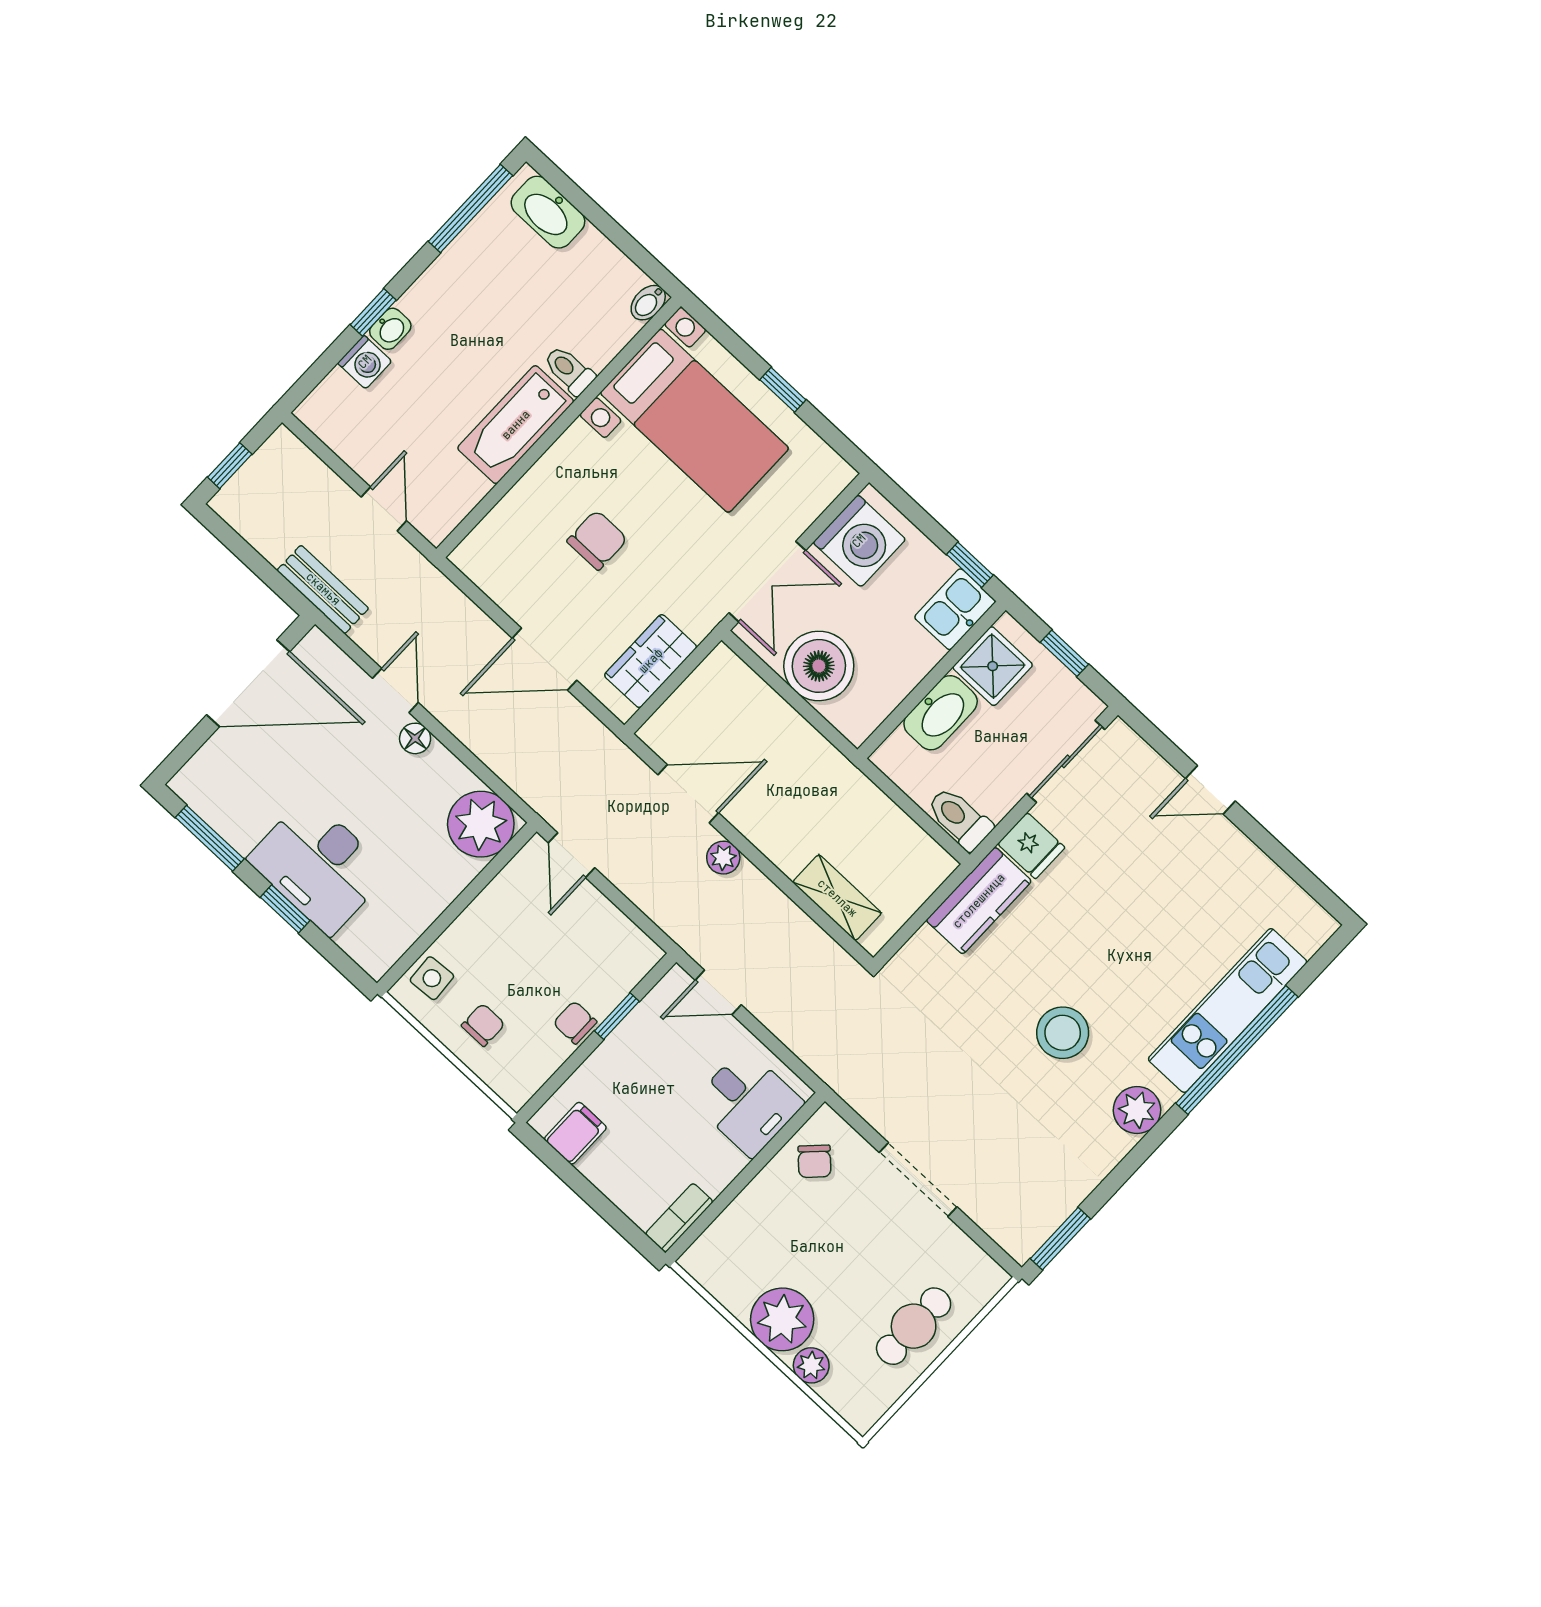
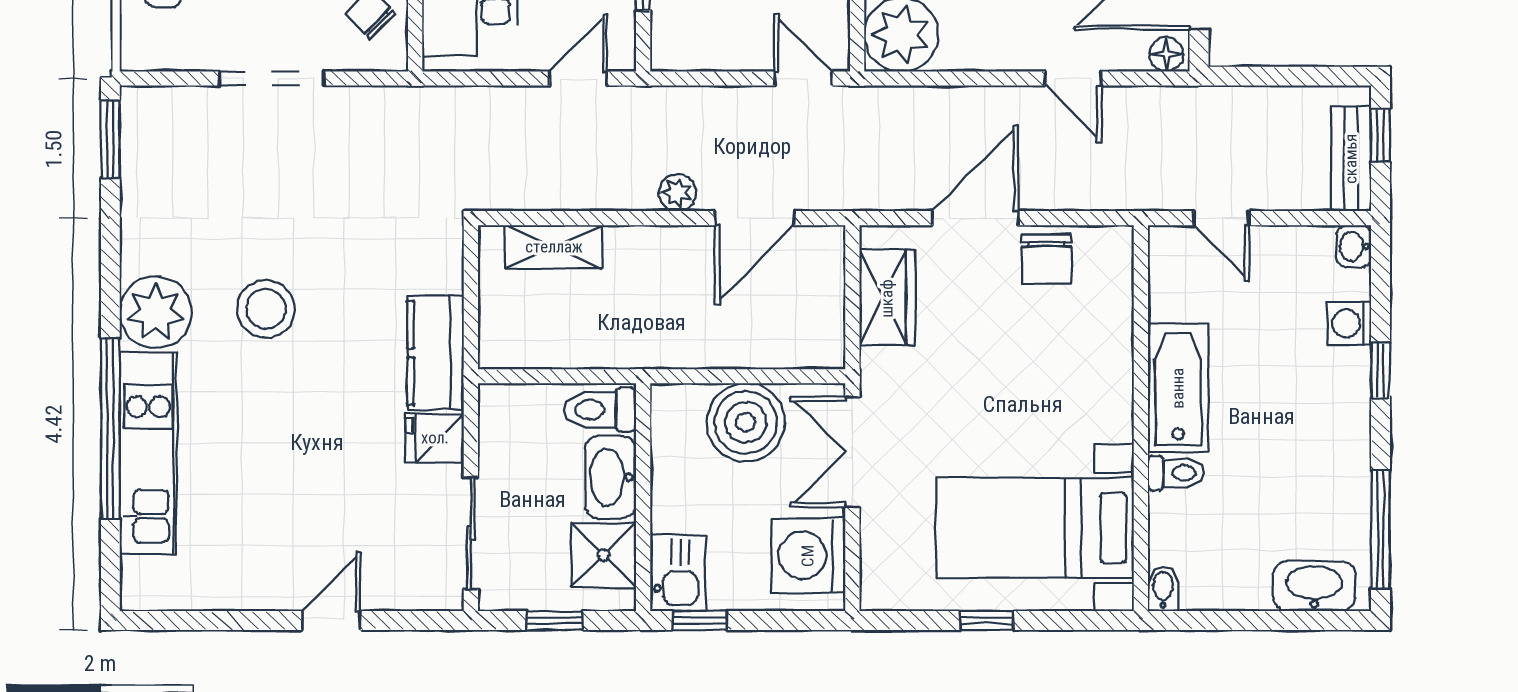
washbasin: (390, 329) -> (1354, 246), moved
chair: (597, 540) -> (1046, 259), moved
bench: (323, 589) -> (1351, 159), moved, turned 90
floor lamp: (415, 738) -> (1166, 54), moved
toilet: (960, 819) -> (600, 410), moved, turned 180
plant: (1137, 1110) -> (156, 312), width x1.36, depth x1.36

